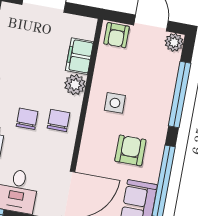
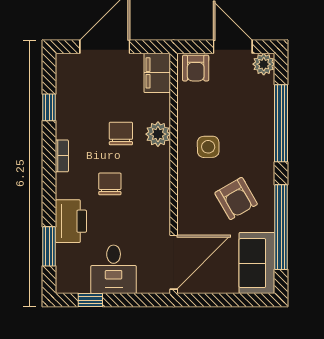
filing cabinet: (80, 56) -> (157, 73), moved
chair: (59, 120) -> (121, 134), moved
armchair: (130, 150) -> (236, 198), turned 150

